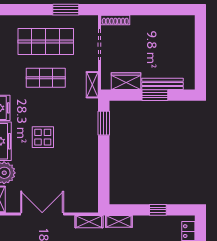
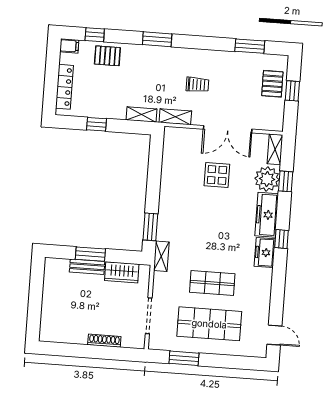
shoe rack: (115, 20) -> (104, 341), moved
bench: (162, 84) -> (87, 267), width x0.73
shelving: (92, 85) -> (161, 256), moved
display table: (43, 137) -> (217, 175), moved

